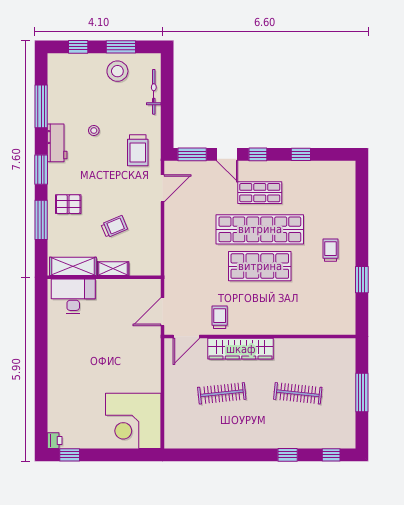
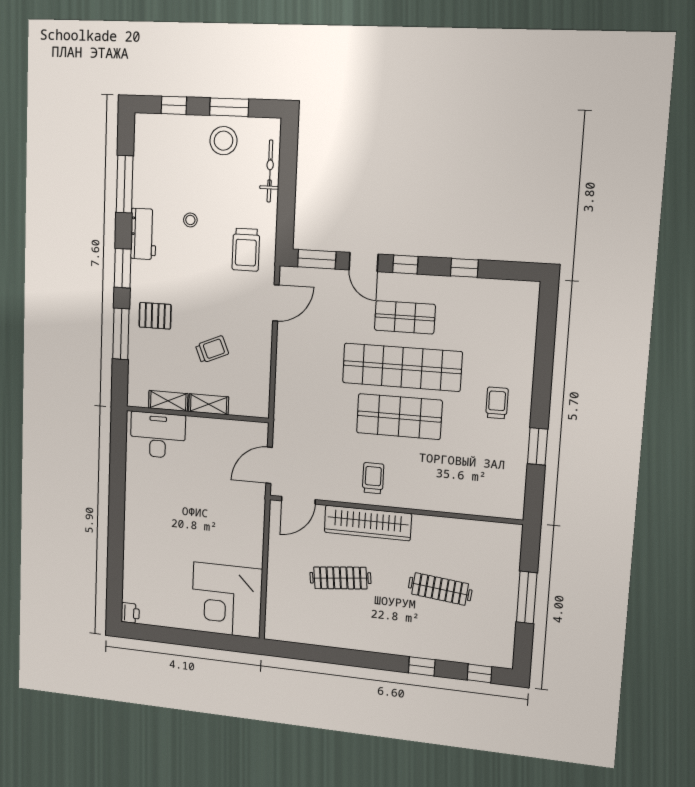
shelving: (73, 266) -> (168, 401), width x0.67, depth x0.75
trolley: (220, 317) -> (373, 478), moved
window: (70, 455) -> (148, 633), removed

